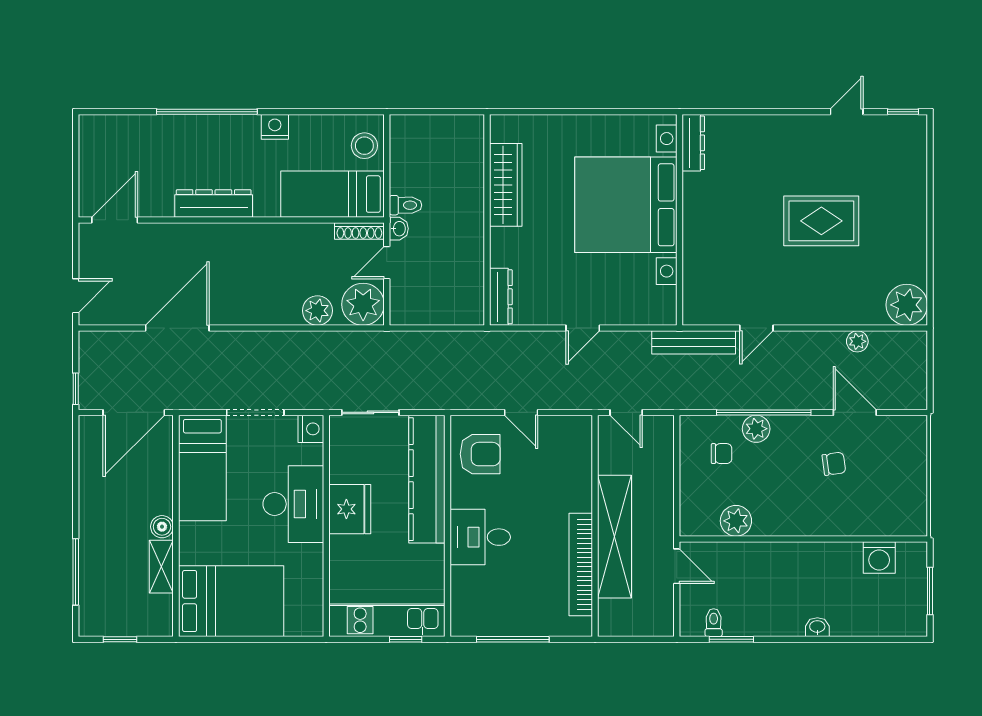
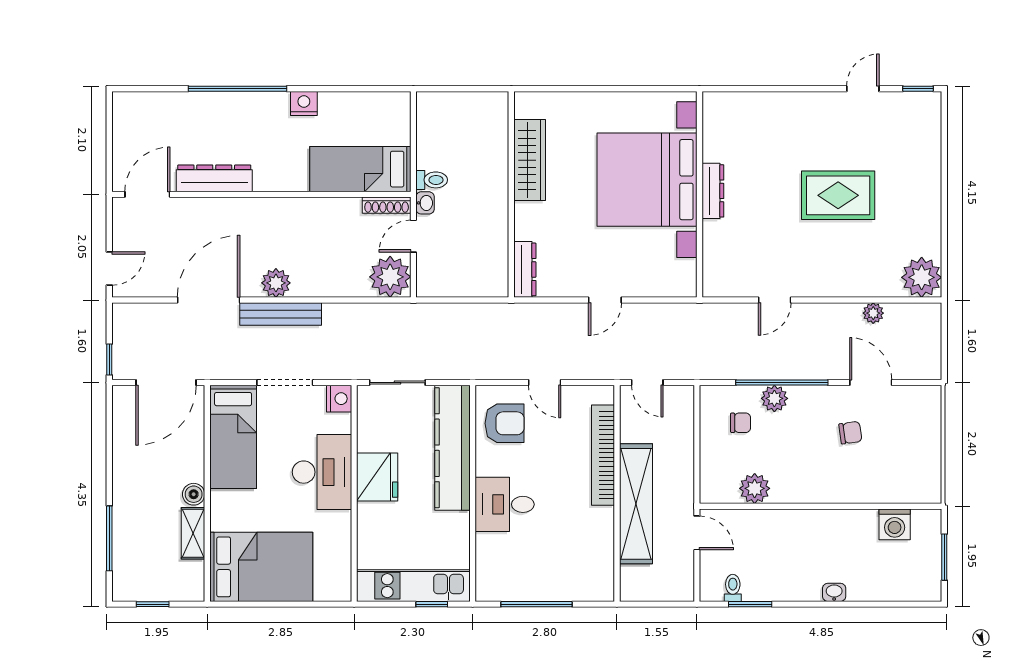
dresser: (693, 143) -> (713, 191), moved
stool: (364, 146) -> (391, 122), removed
dresser: (214, 203) -> (214, 178), moved
plant: (317, 311) -> (276, 283), moved
bench: (694, 342) -> (281, 314), moved
bookcase: (581, 564) -> (603, 455), moved

